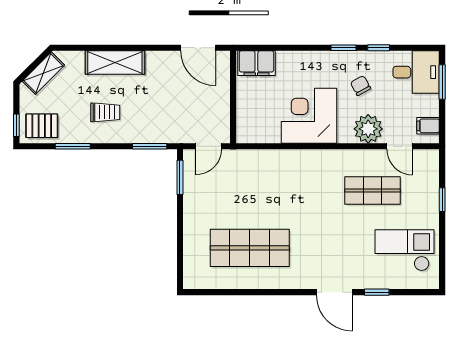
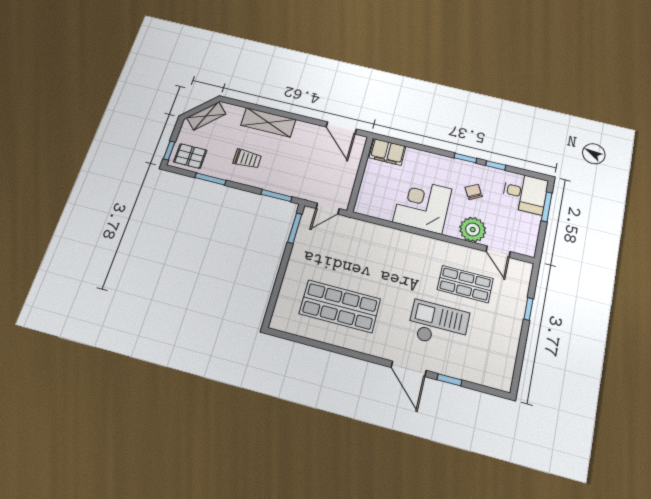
filing cabinet: (428, 126) -> (527, 241), removed
checkout: (405, 250) -> (438, 325), moved

